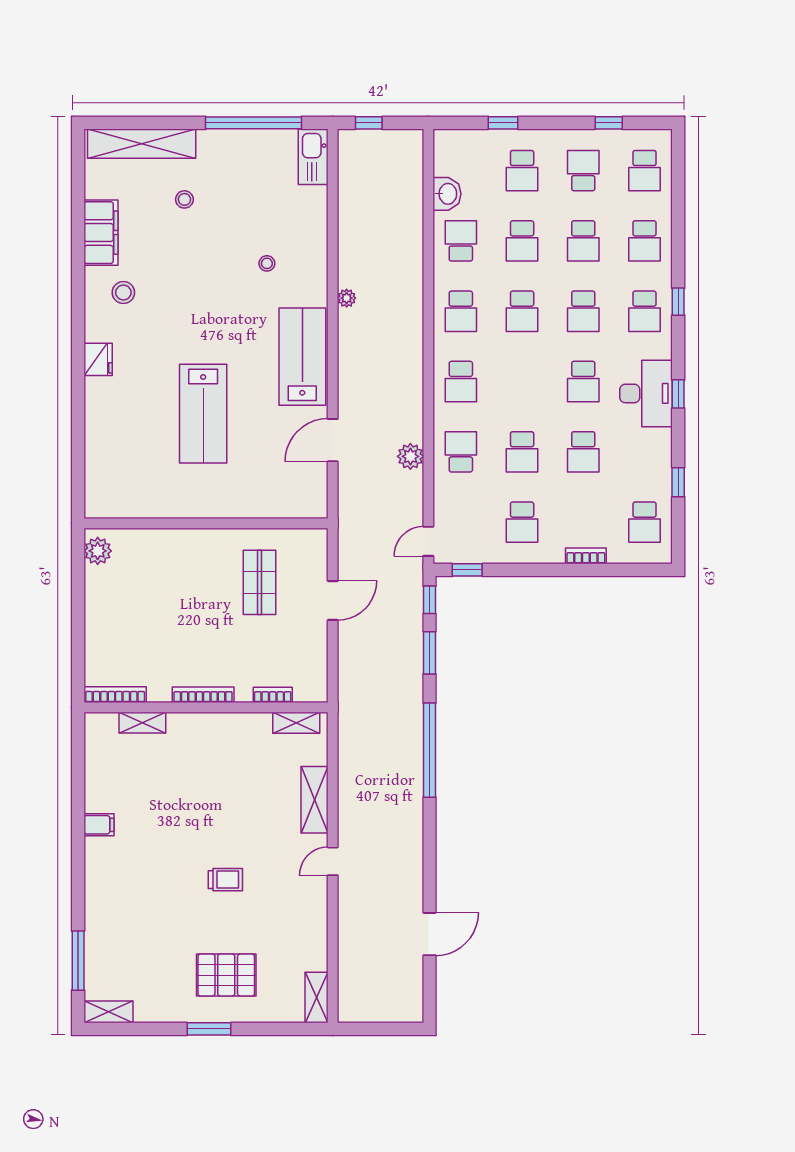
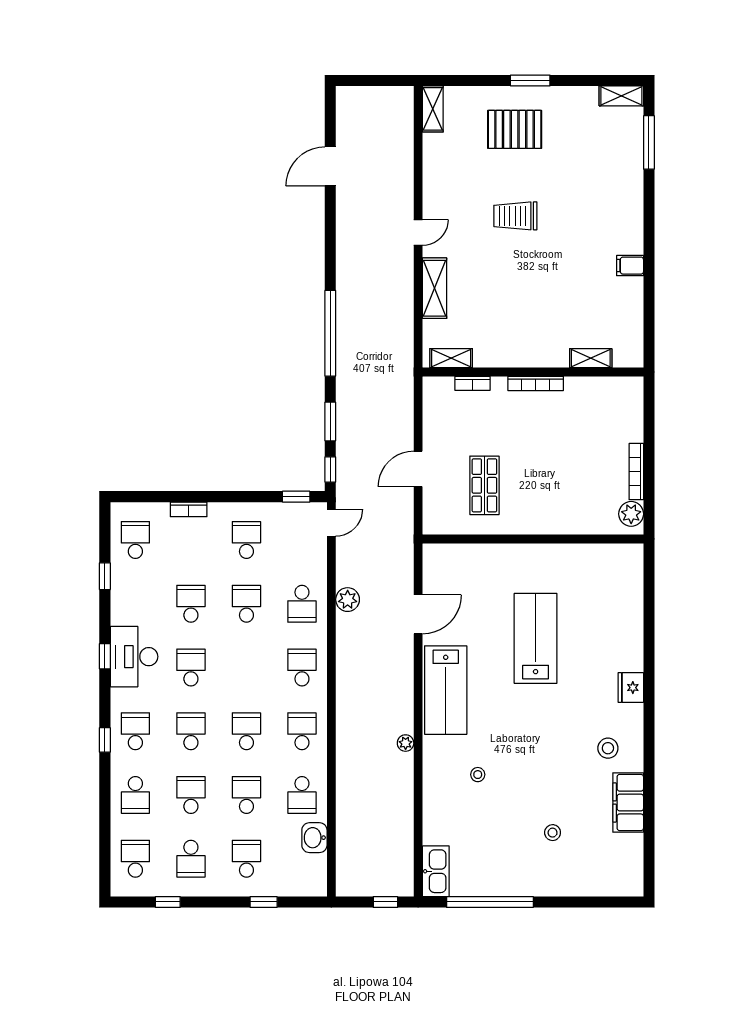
shelving: (142, 144) -> (591, 883), removed
school desk: (644, 241) -> (135, 795), turned 180
bookcase: (115, 695) -> (636, 472), moved, turned 90
trolley: (225, 880) -> (515, 216), width x1.36, depth x1.39

